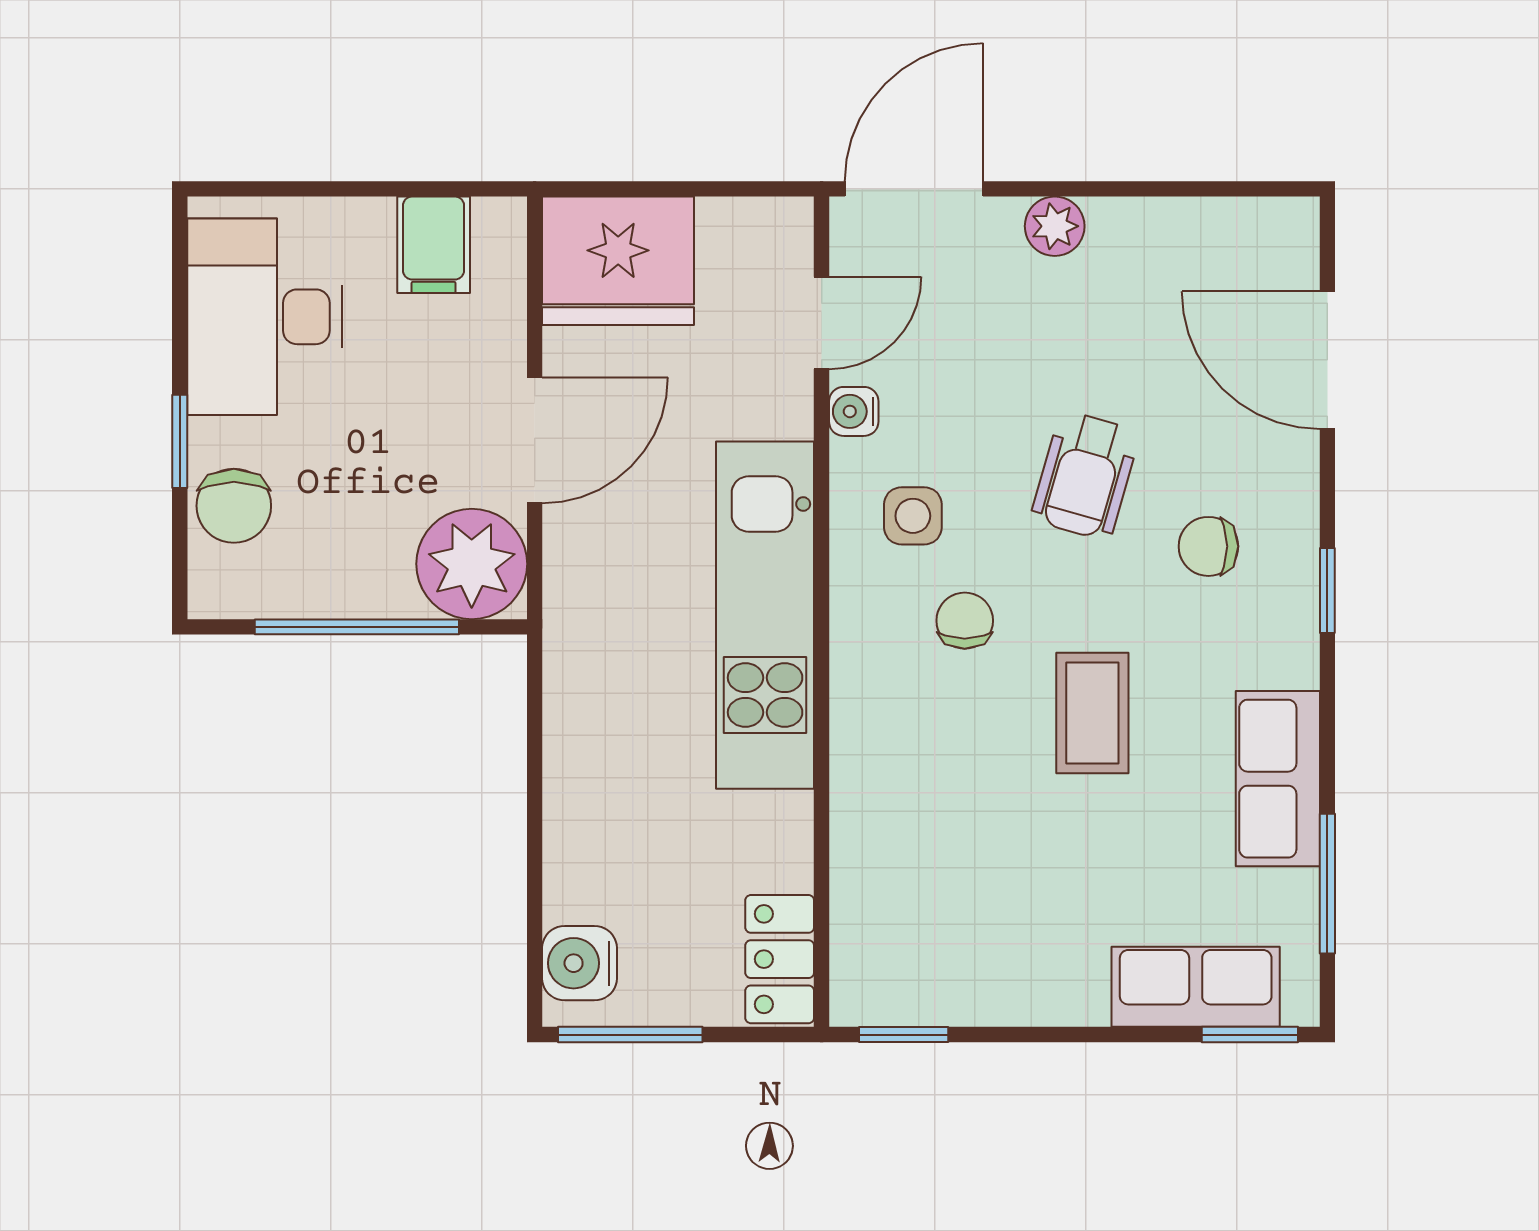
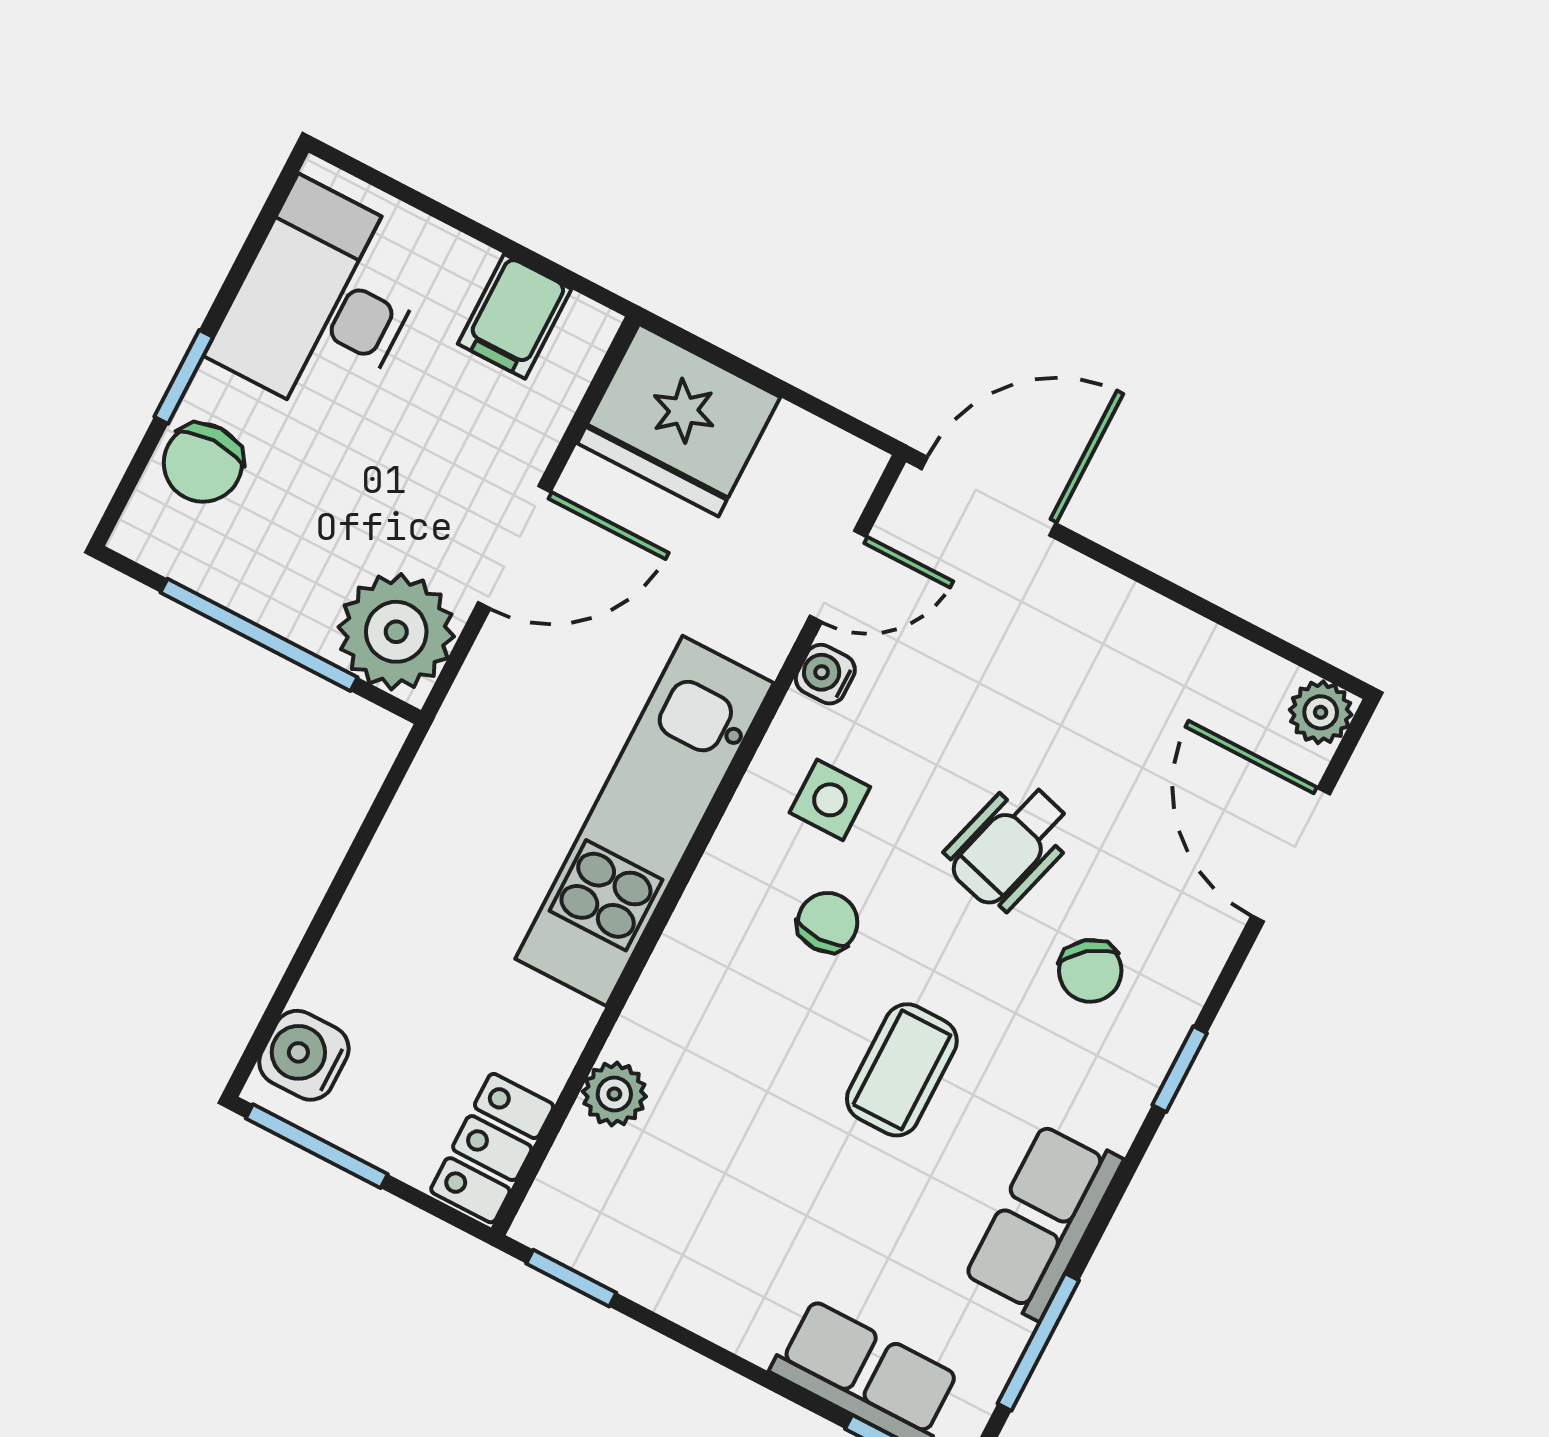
plant: (1055, 226) -> (1321, 712), moved
chair: (1208, 546) -> (1090, 971), turned -127
plant: (859, 860) -> (614, 1094), added

